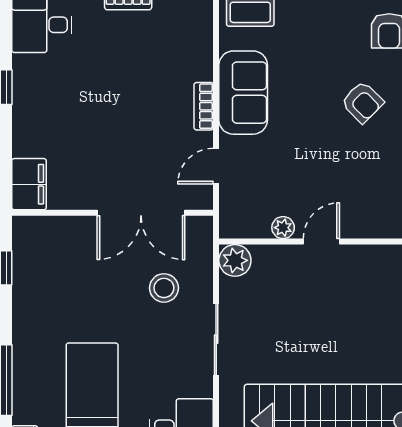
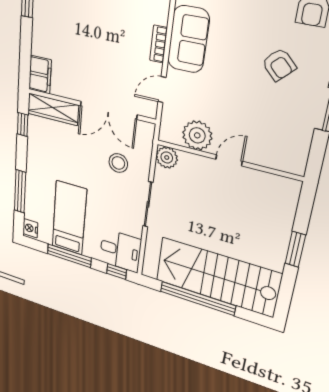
plant: (283, 228) -> (197, 135), width x1.88, depth x1.88
wardrobe: (53, 232) -> (53, 109), added

